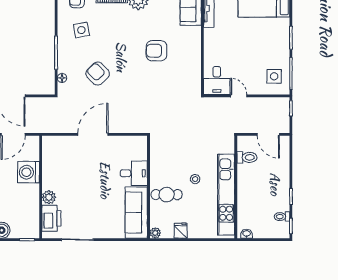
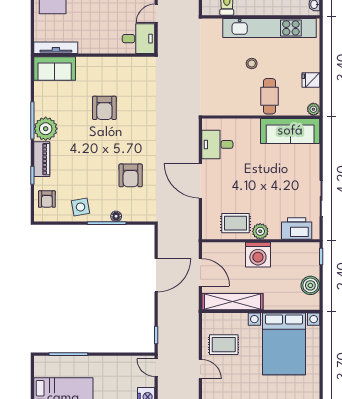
side table: (81, 30) -> (80, 207), moved
armchair: (98, 74) -> (131, 175), turned -46
floor lamp: (62, 78) -> (116, 216), moved
rug: (56, 165) -> (236, 223), added
washing machine: (29, 172) -> (258, 255), moved
desk: (134, 173) -> (217, 144), moved, turned -90
plant: (49, 197) -> (260, 231), moved

